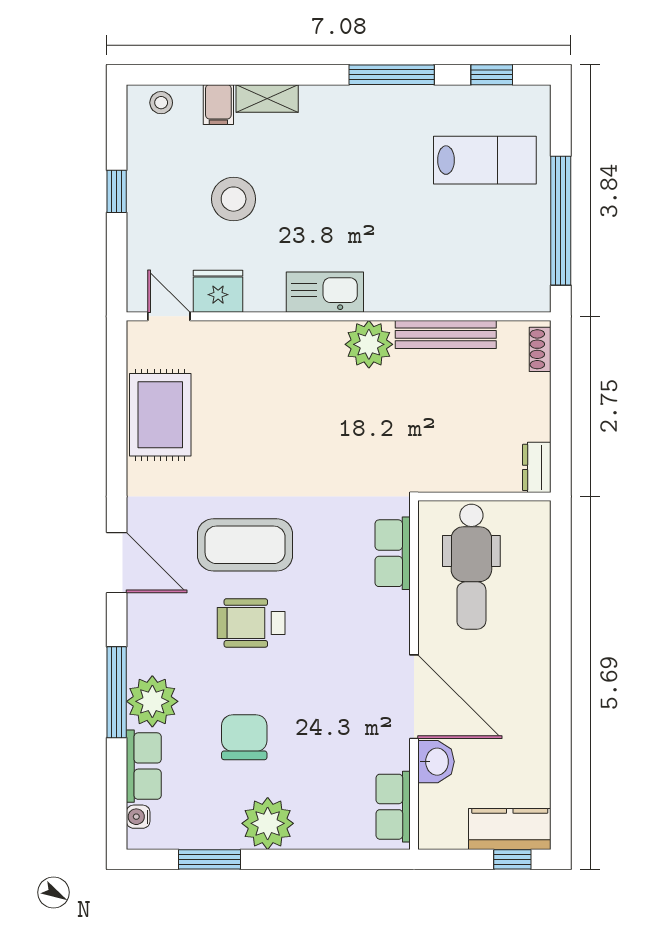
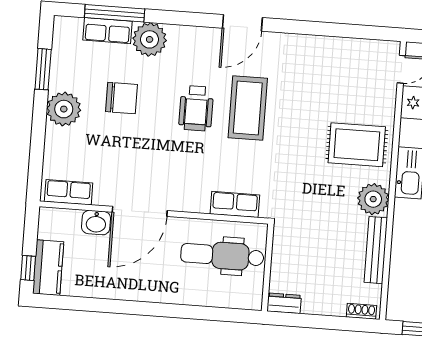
rug: (160, 415) -> (357, 145), moved
wheelchair: (251, 623) -> (196, 108), turned 180
window: (117, 692) -> (115, 13), moved
water cooler: (138, 817) -> (75, 24), removed

